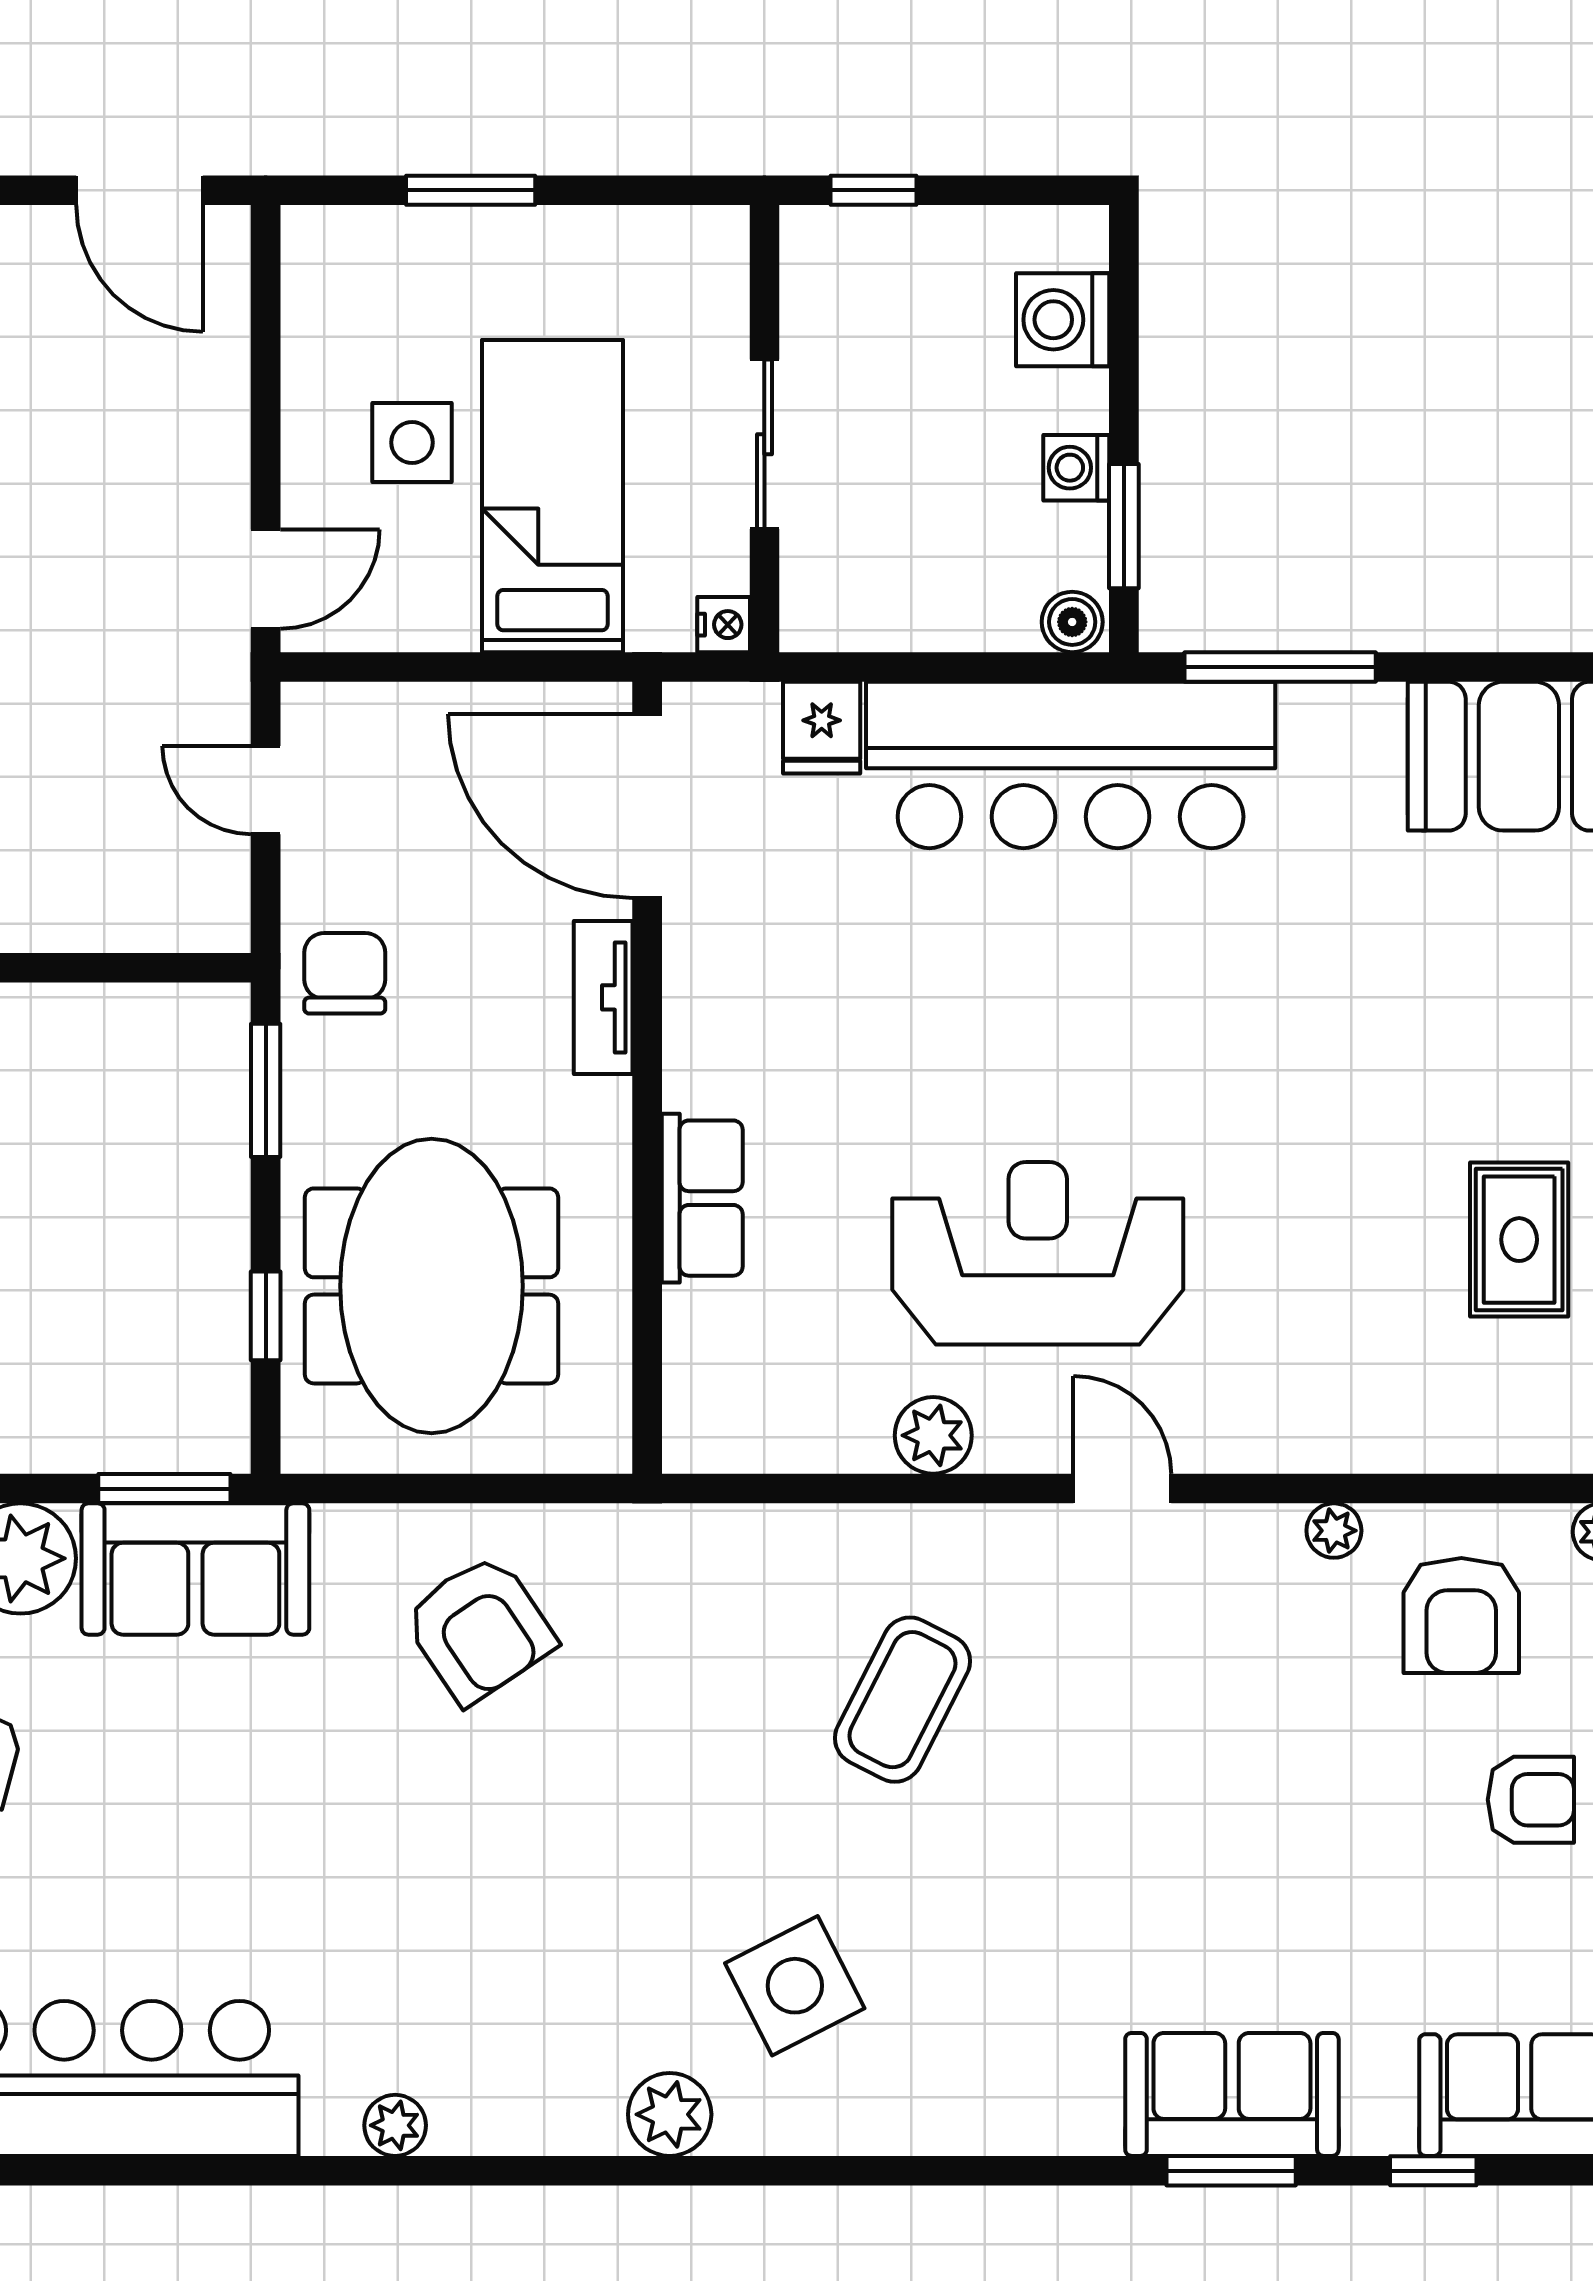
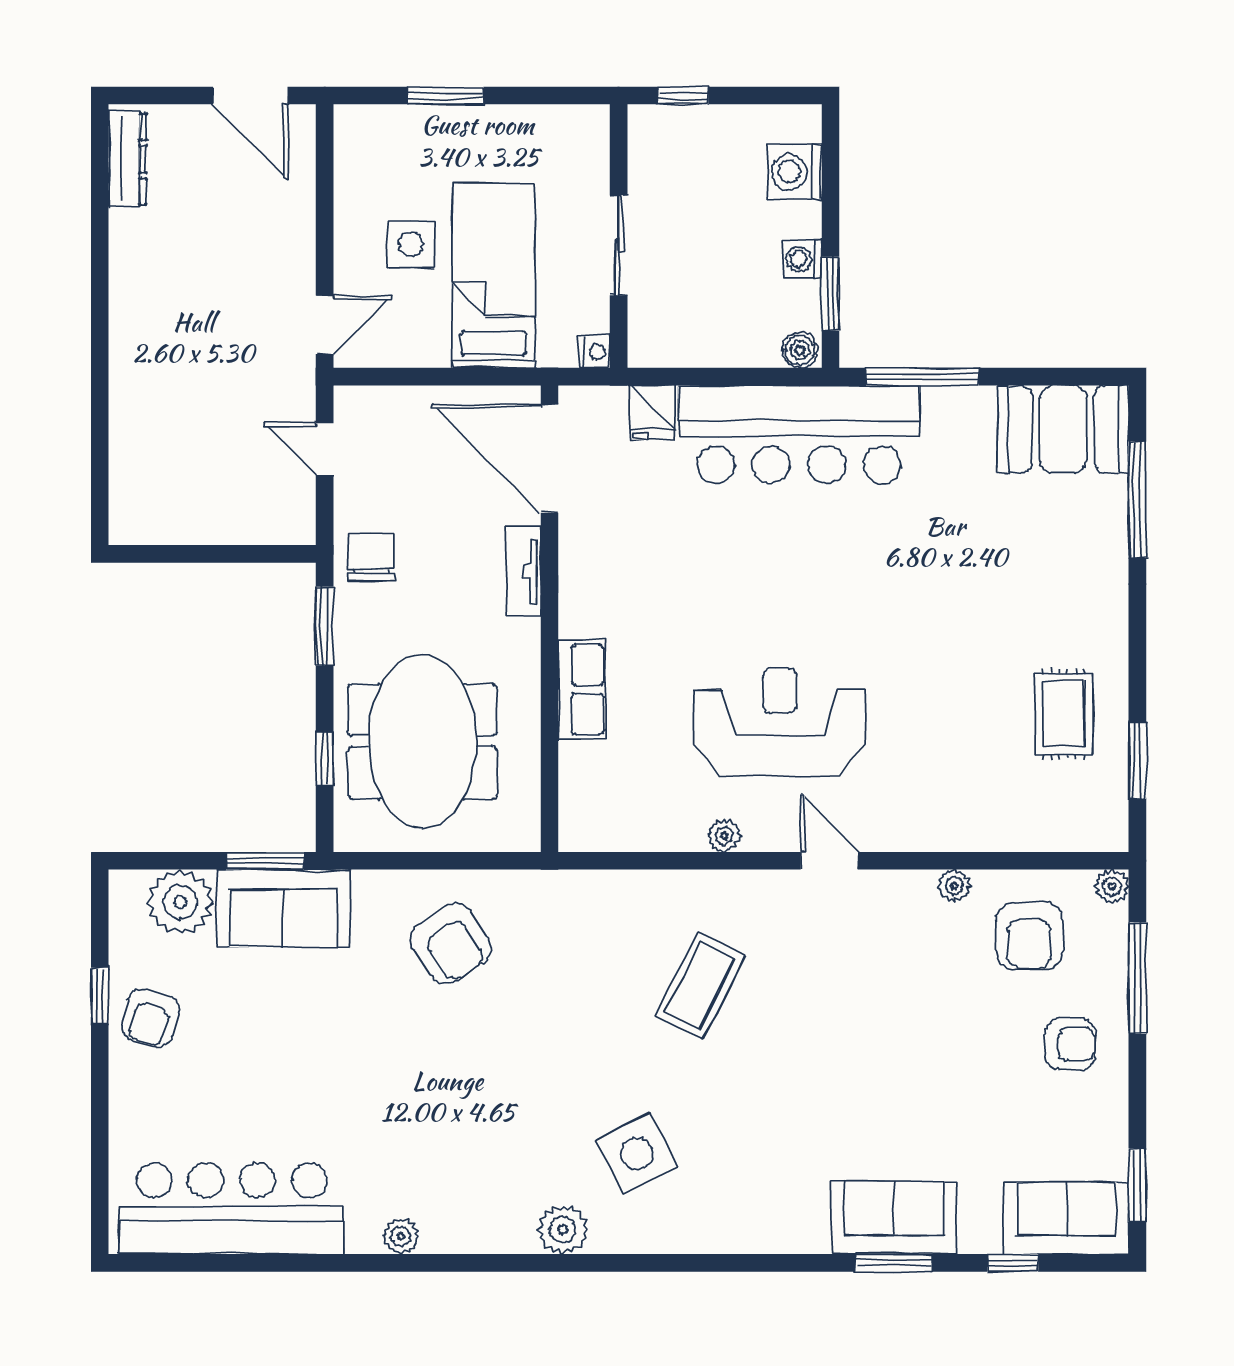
plant: (933, 1435) -> (724, 836), width x0.73, depth x0.73

